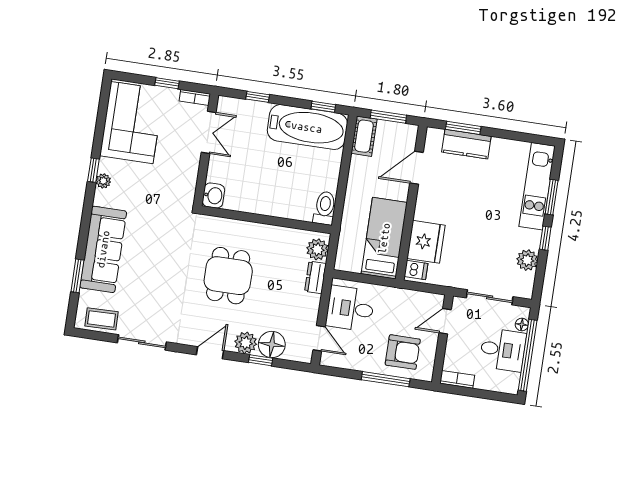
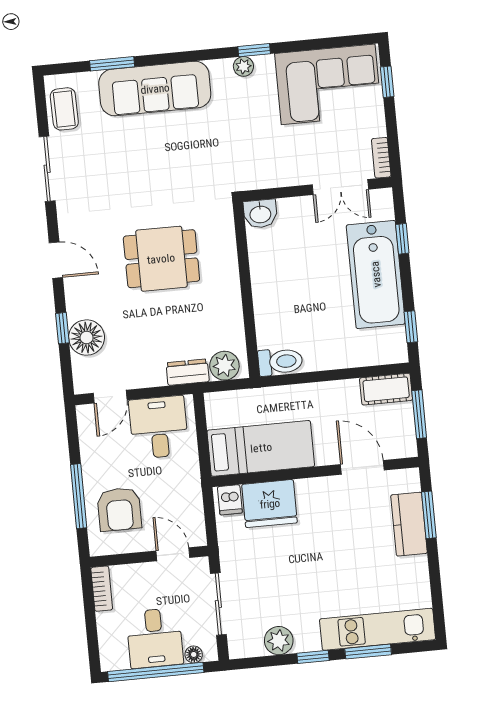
window: (167, 83) -> (387, 82), moved
bathtub: (307, 127) -> (376, 274), moved
plant: (246, 343) -> (80, 303), removed

